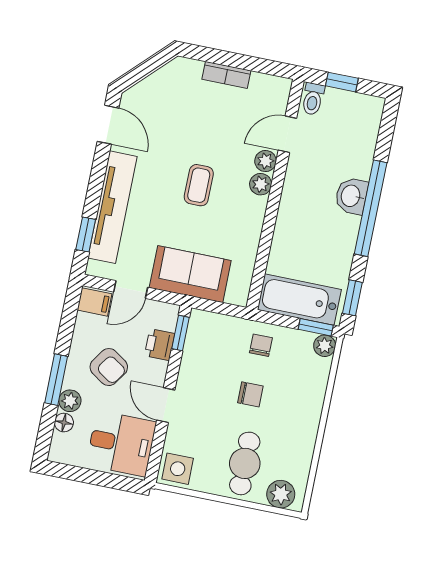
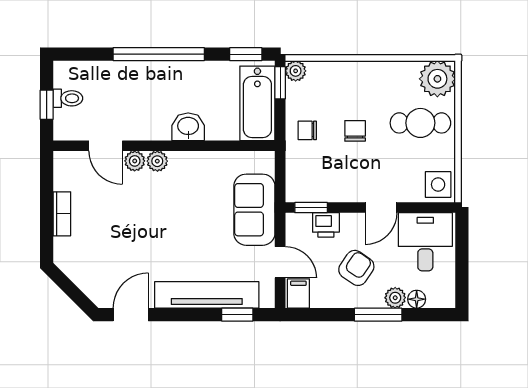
toilet: (313, 99) -> (68, 98), moved
coffee table: (199, 185) -> (170, 219), removed
washbasin: (351, 196) -> (188, 127), moved, turned 180
plant: (281, 494) -> (437, 79), width x1.36, depth x1.36

